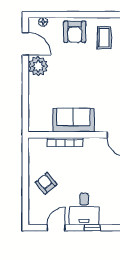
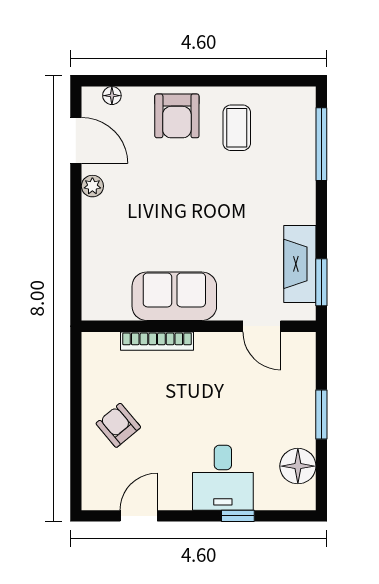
plant: (38, 66) -> (92, 186), width x0.53, depth x0.53
desk: (84, 209) -> (223, 478), moved
window: (92, 228) -> (238, 516), moved

